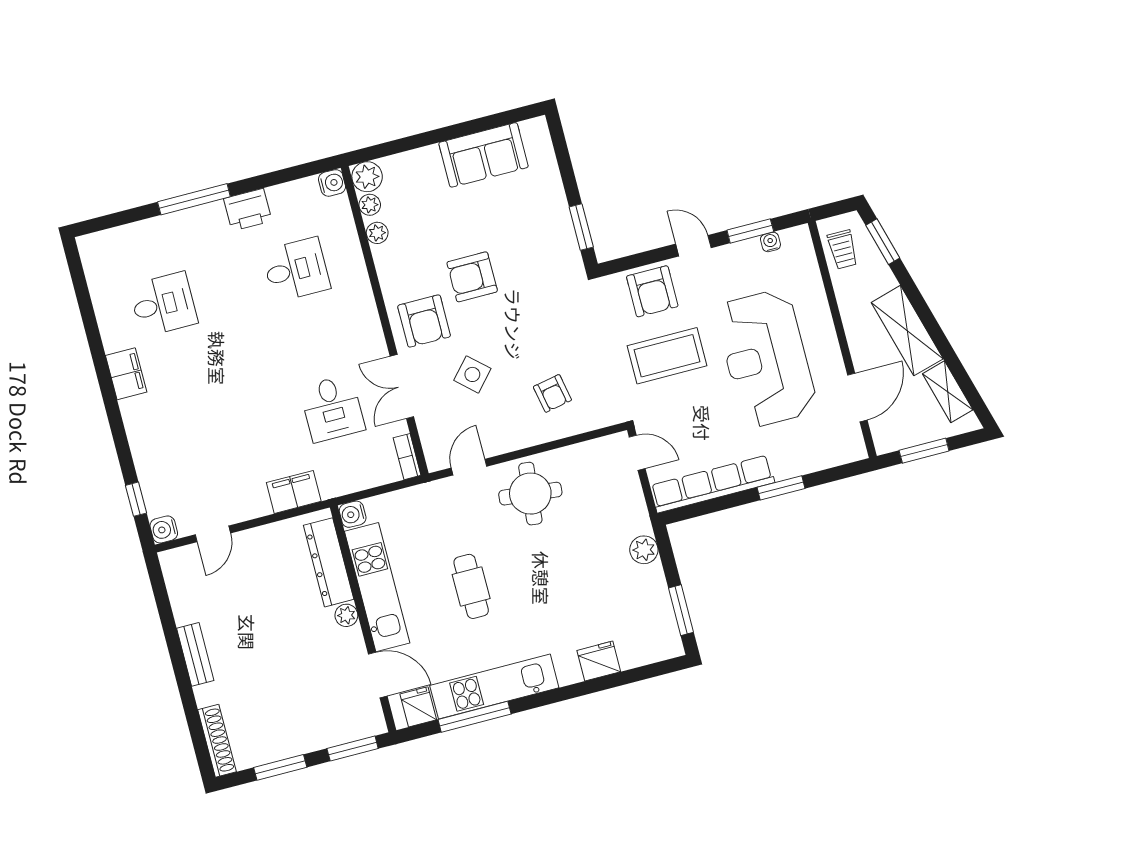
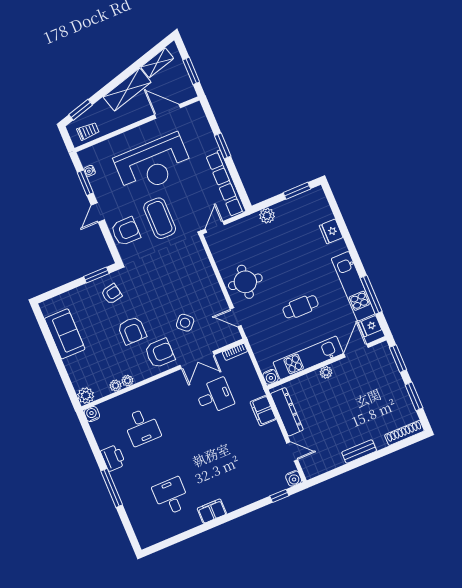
plant: (370, 205) -> (127, 381), moved
desk: (296, 270) -> (142, 427), turned 180
armchair: (552, 393) -> (112, 294), moved
dresser: (329, 562) -> (287, 412), moved, turned -90

